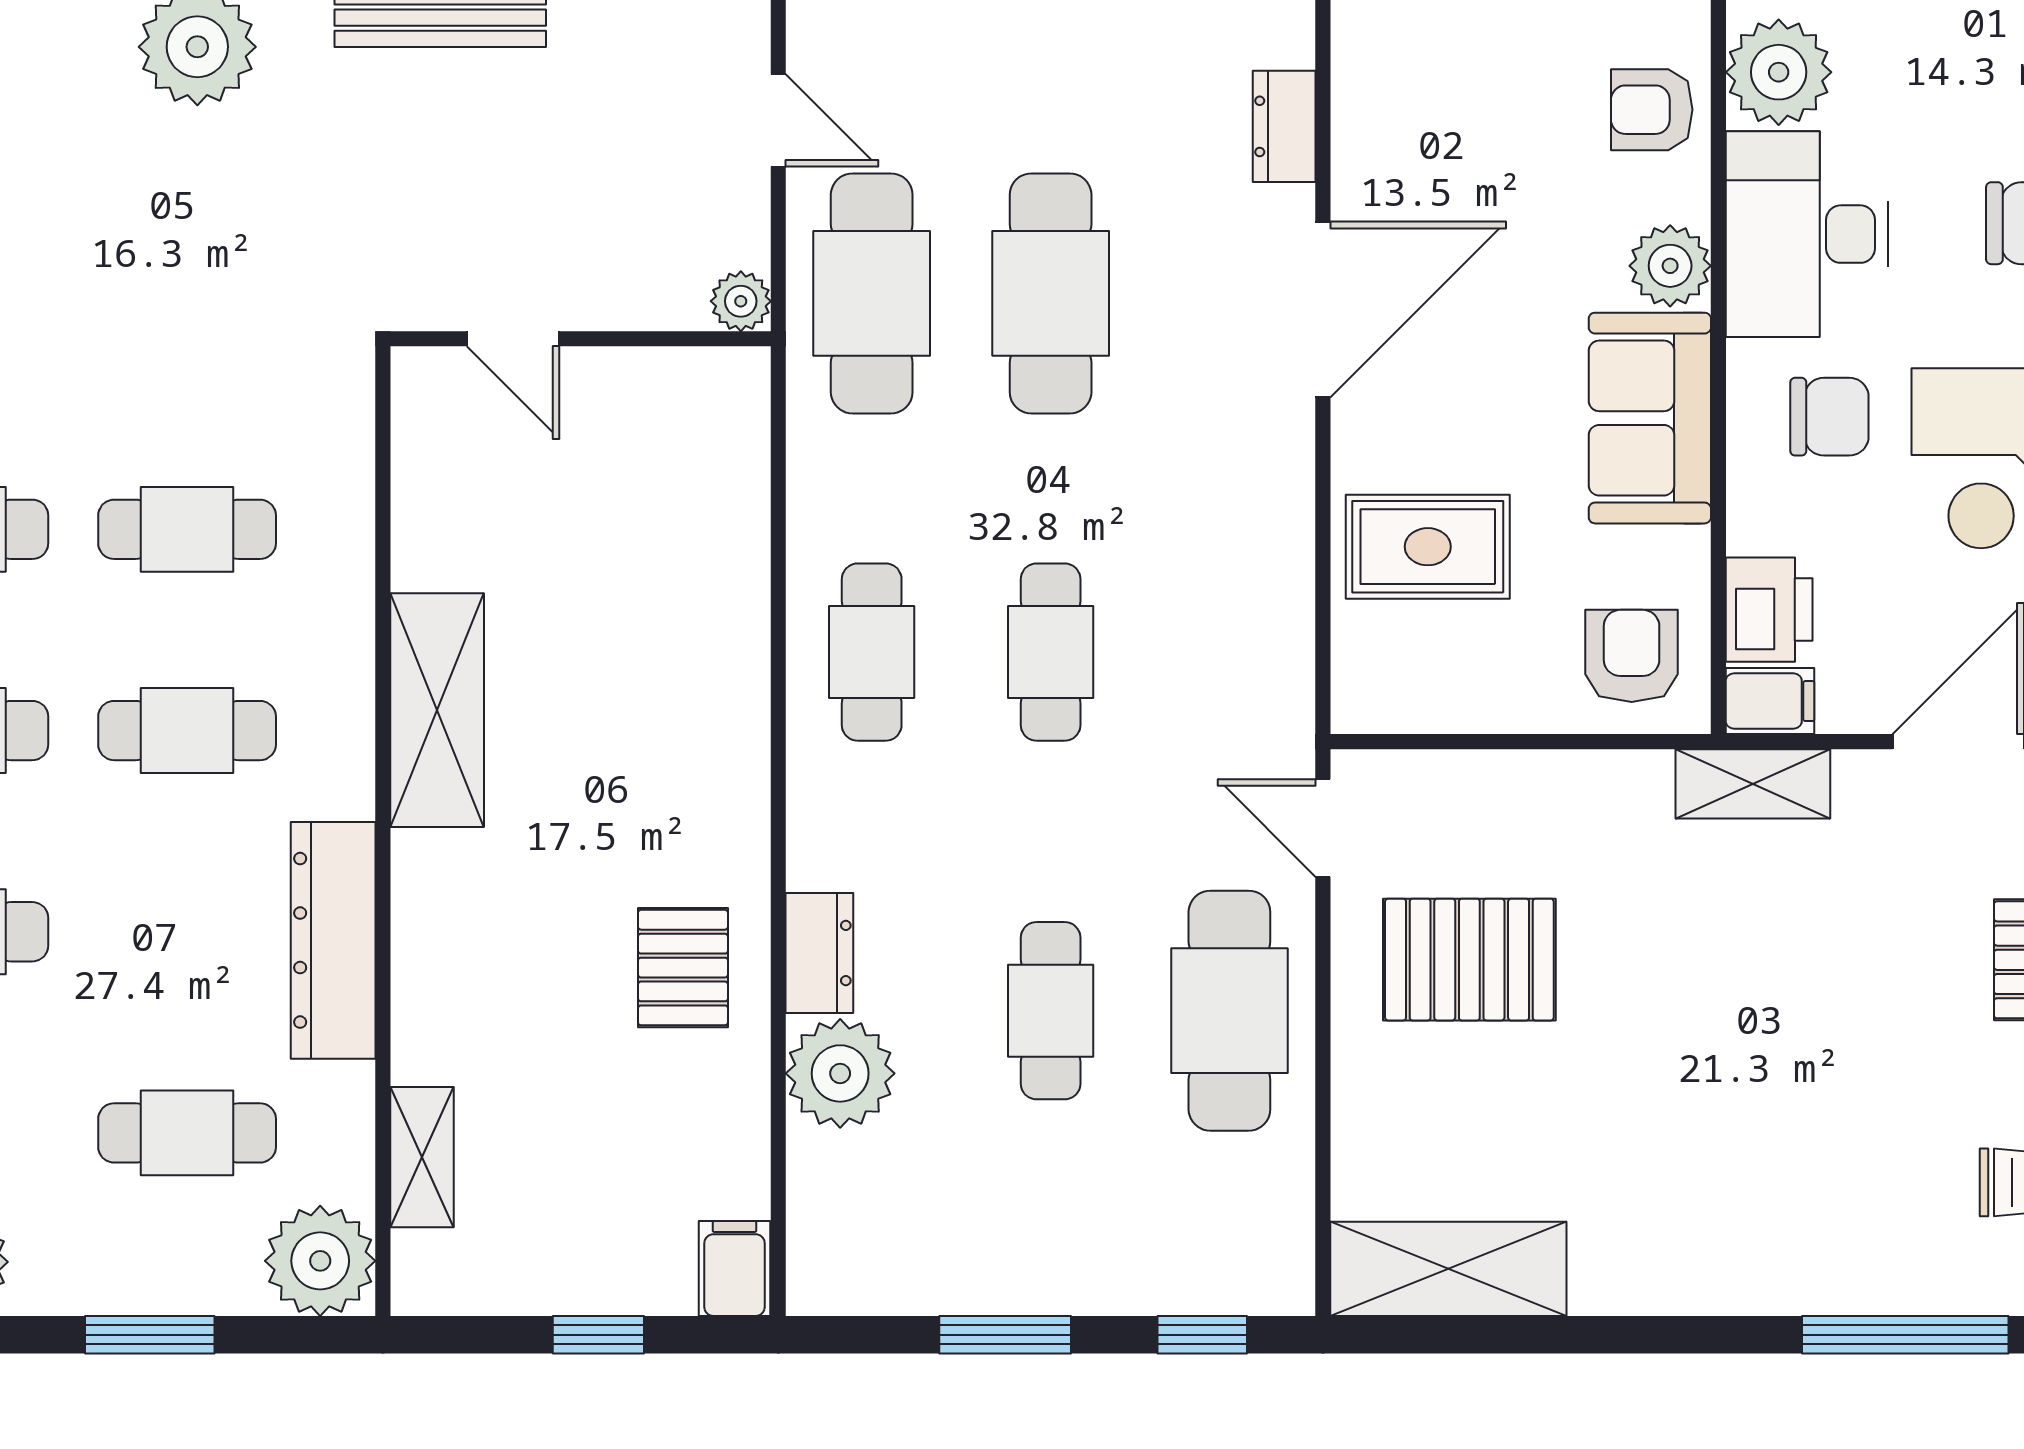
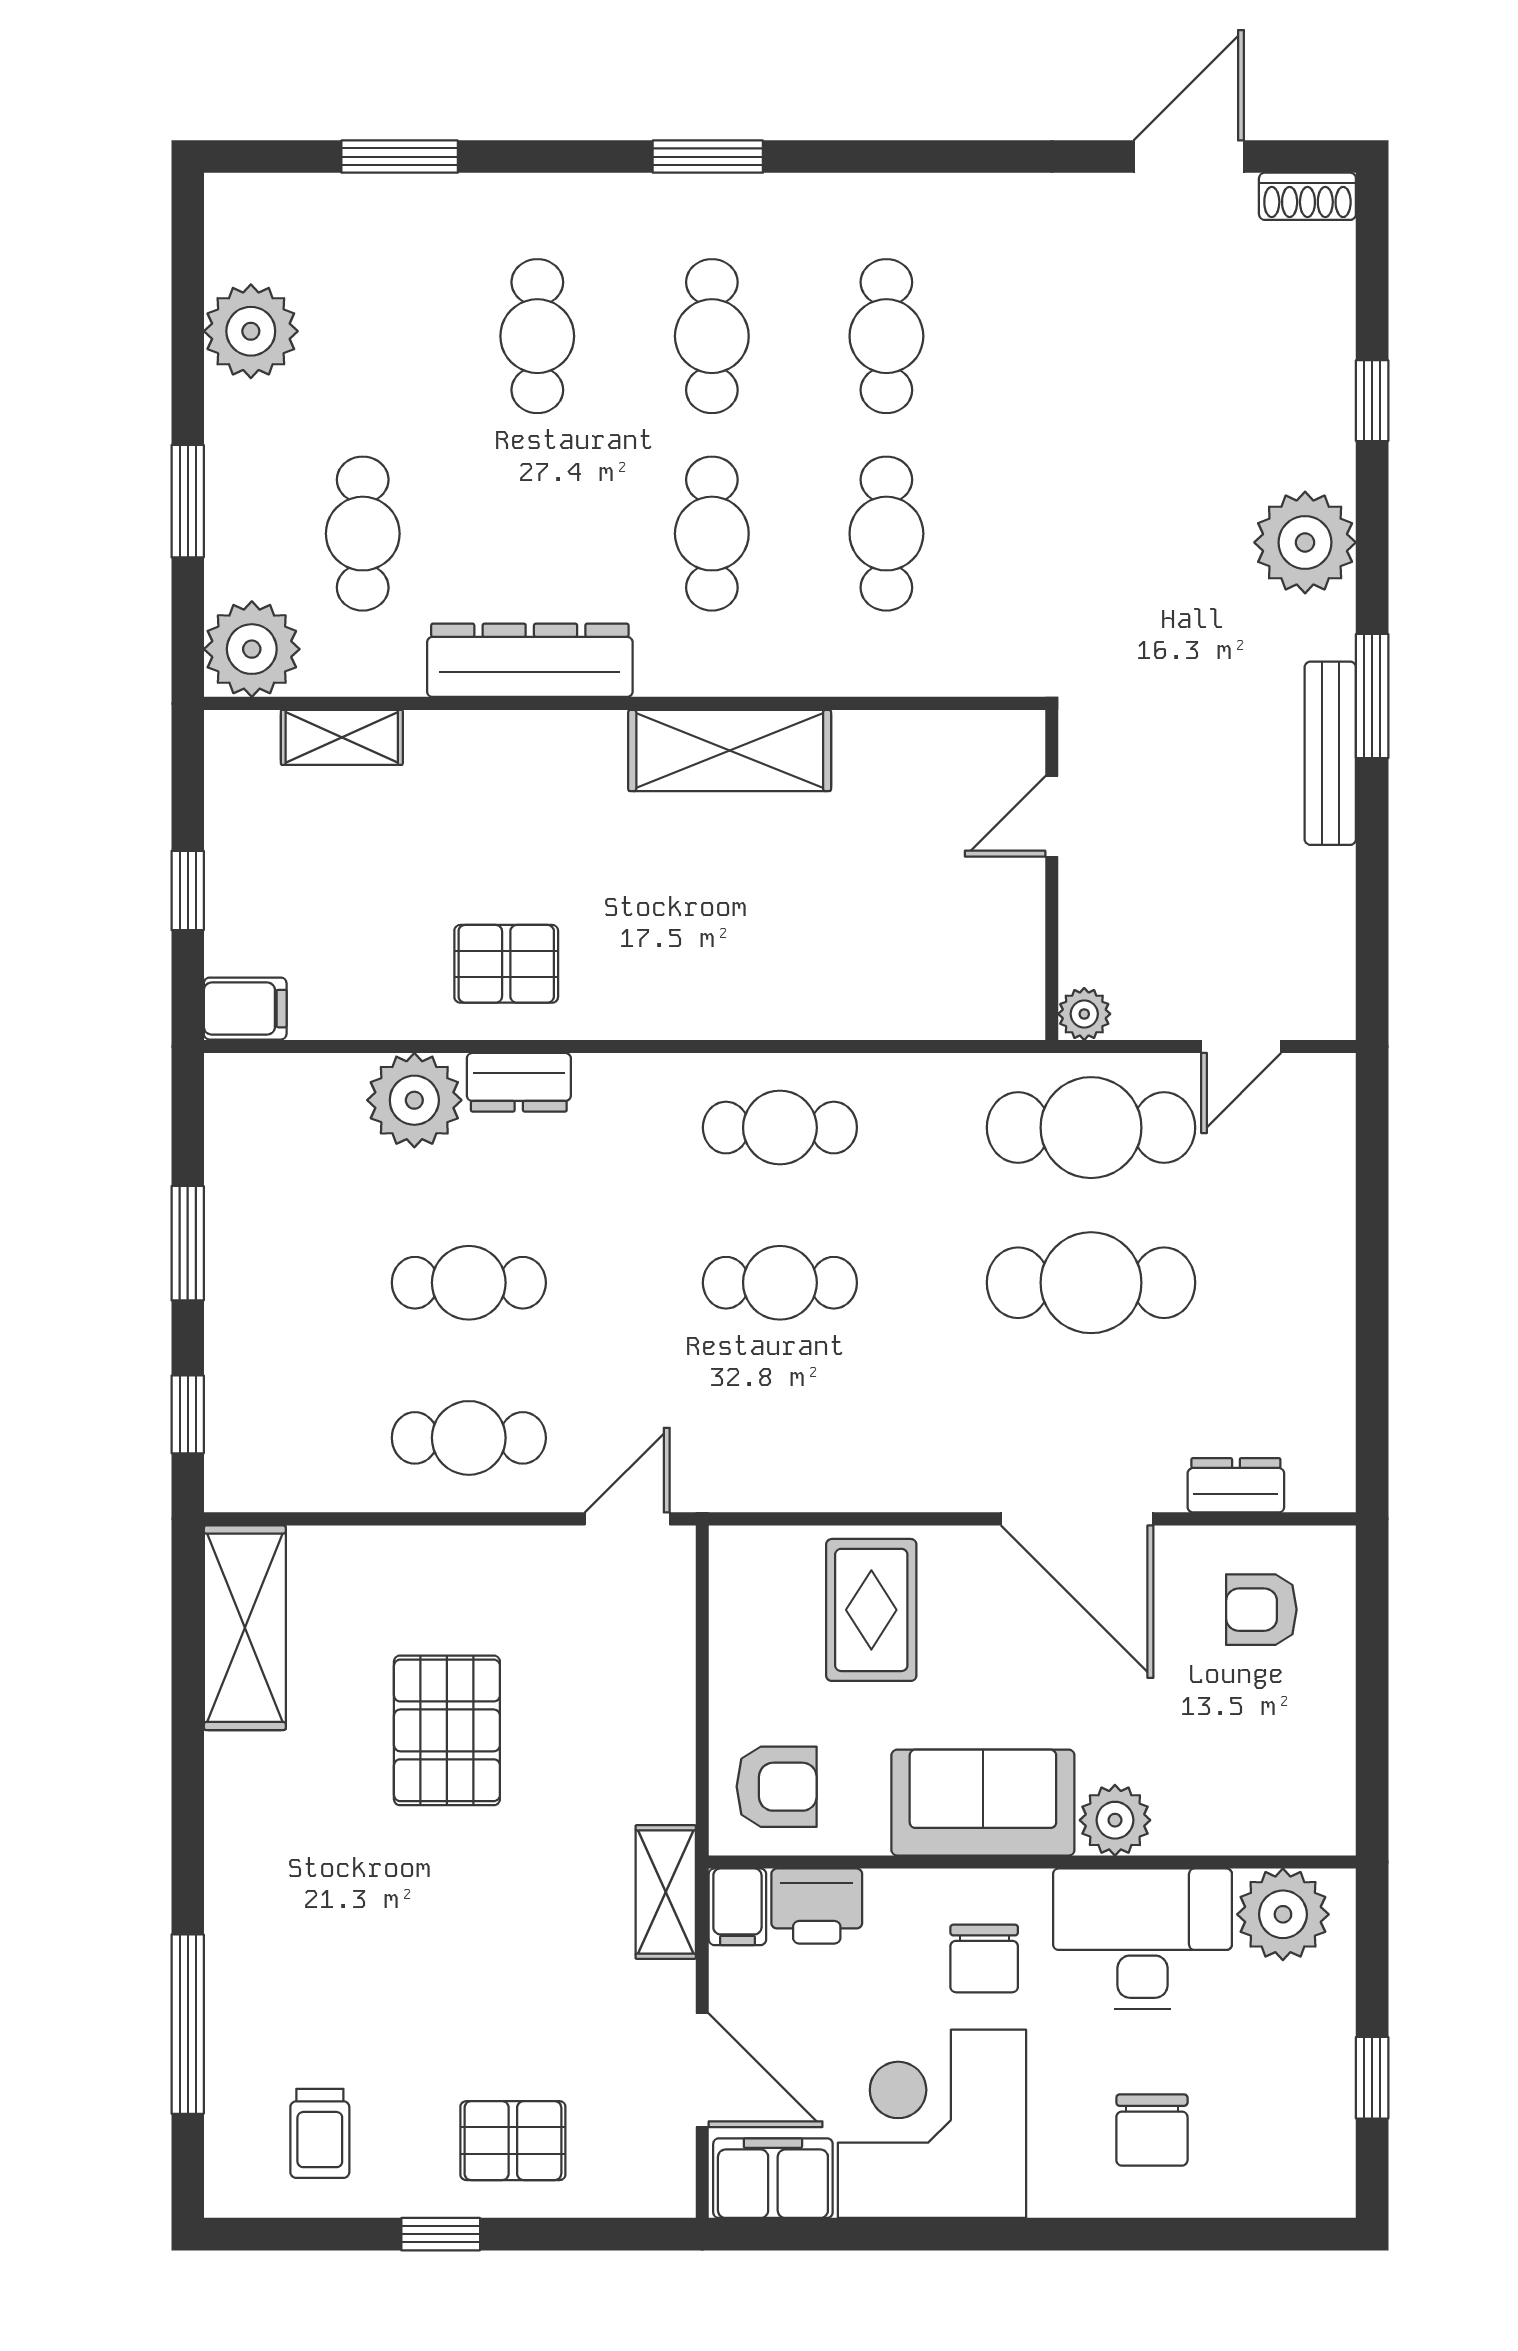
armchair: (1652, 110) -> (1261, 1610), moved, turned -90
pallet: (1469, 960) -> (447, 1730), moved
cafe table: (1229, 1011) -> (469, 1438), width x0.73, depth x0.74

